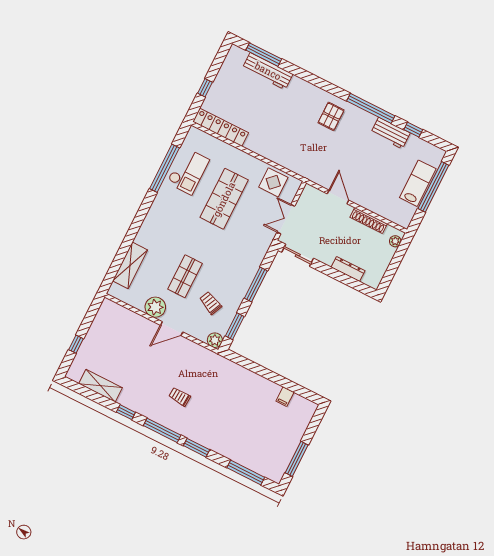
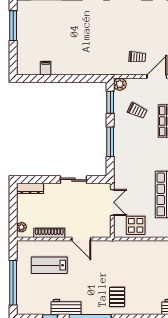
lab bench: (418, 183) -> (49, 265), moved, turned 90
sliding door: (298, 255) -> (74, 180), moved
dresser: (348, 269) -> (30, 188), moved
trolley: (180, 397) -> (137, 57), moved

